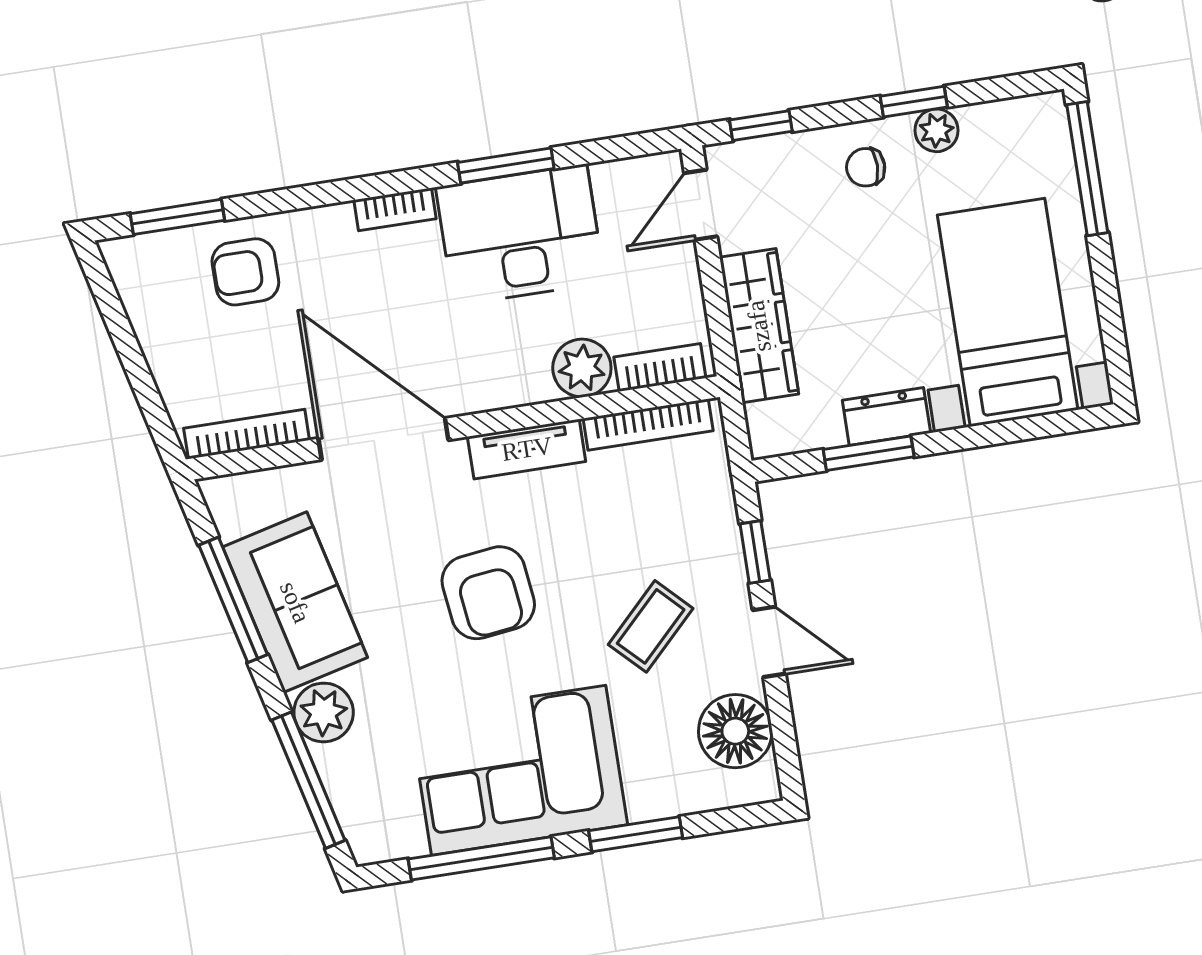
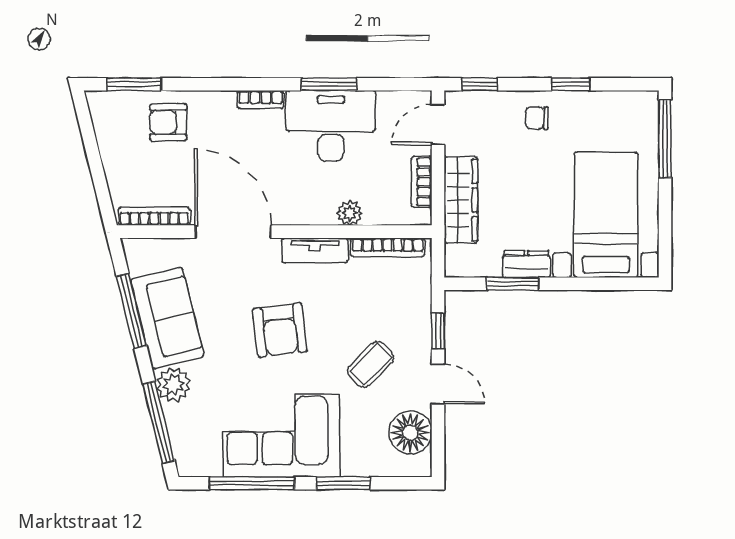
plant: (937, 130) -> (581, 103), removed
bookcase: (660, 367) -> (422, 182), moved, turned -90
plant: (582, 368) -> (350, 213), width x0.73, depth x0.73

